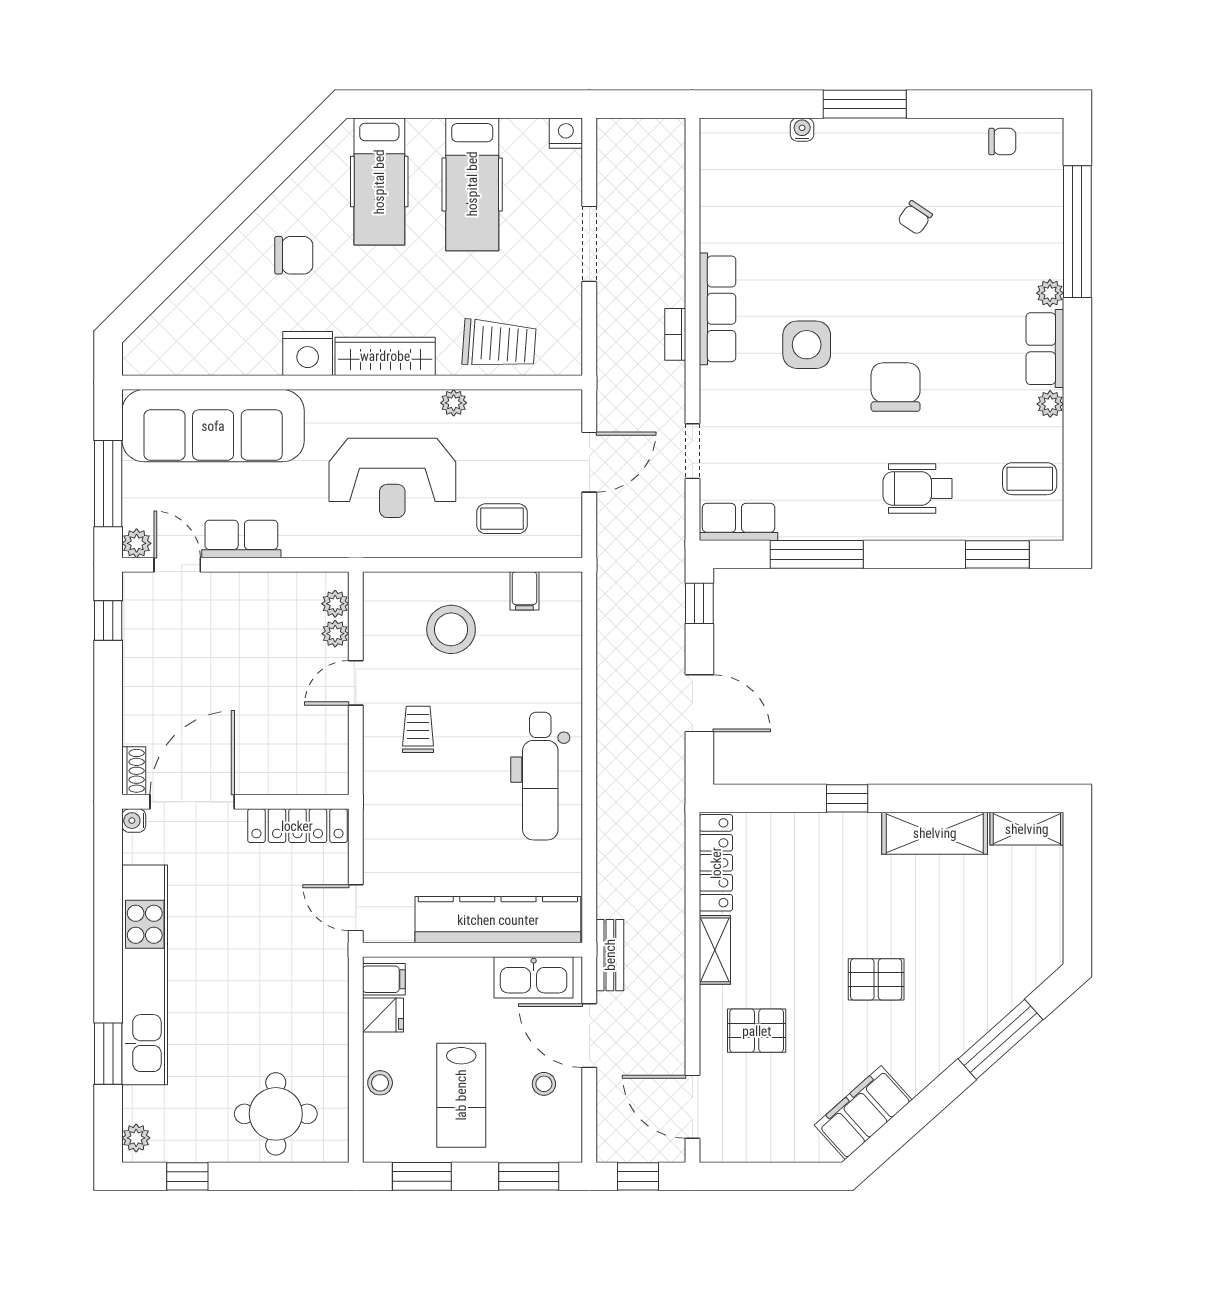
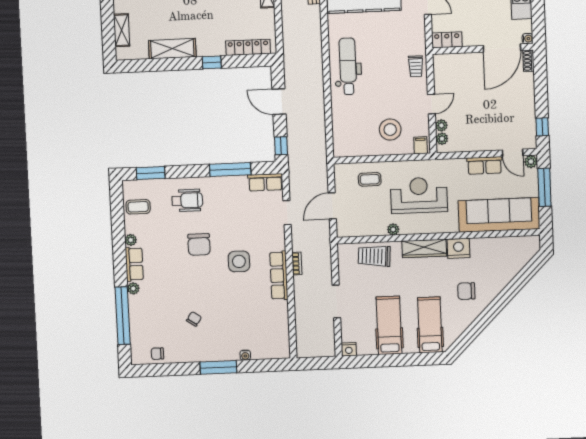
filing cabinet: (524, 591) -> (421, 145), moved
trolley: (418, 729) -> (416, 66), moved
locker: (297, 826) -> (447, 40), width x0.66
shelving: (1027, 829) -> (122, 30), moved, turned 90
locker: (716, 863) -> (248, 47), moved, turned 90

